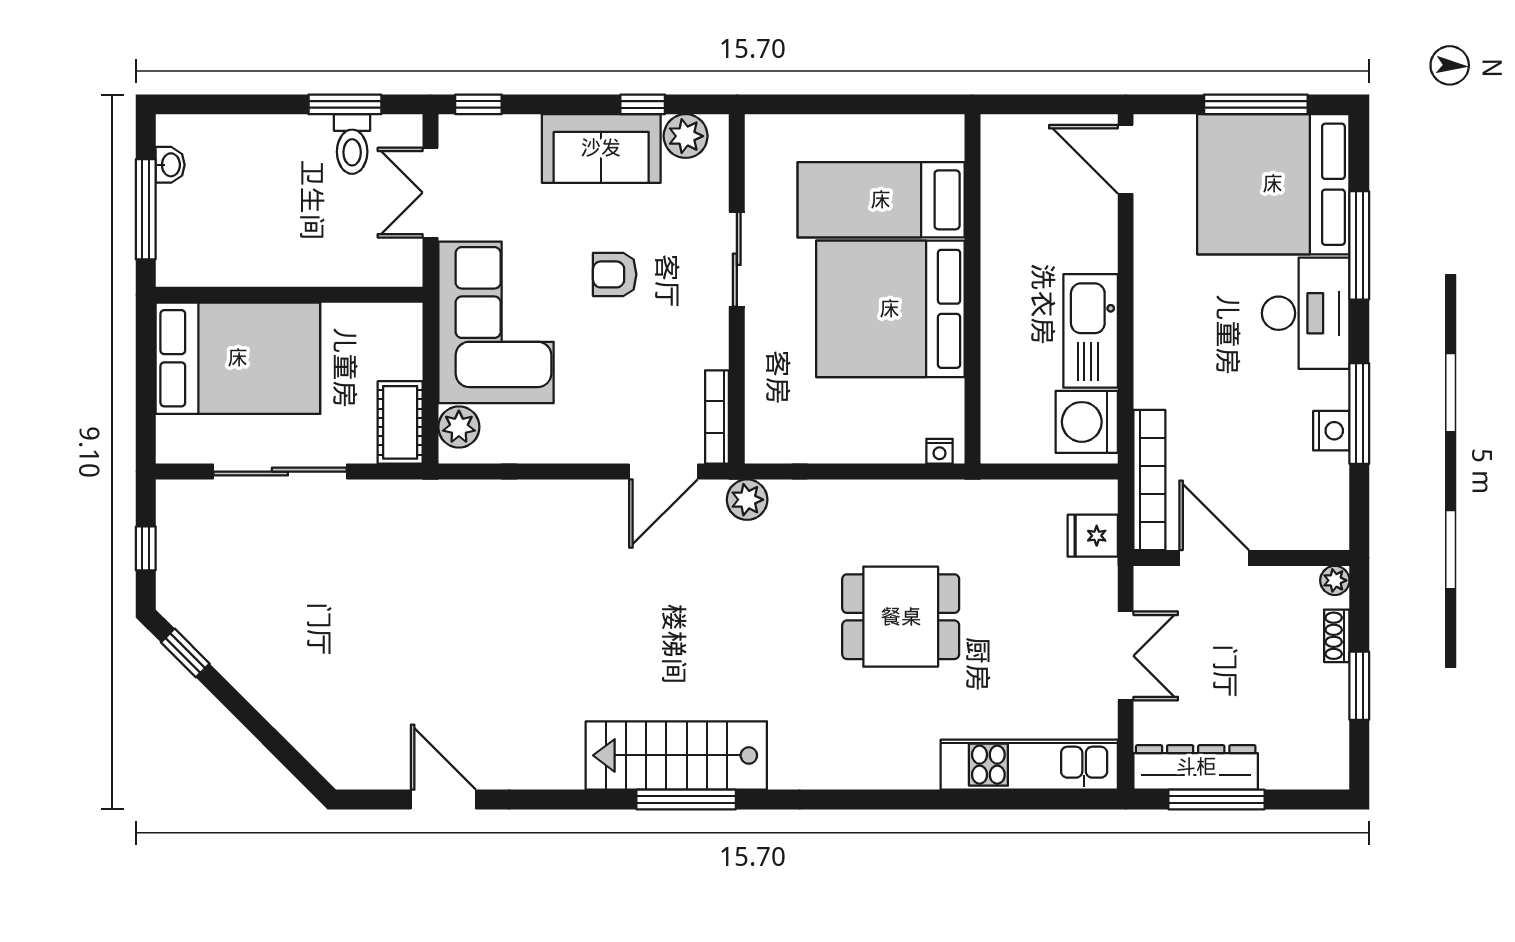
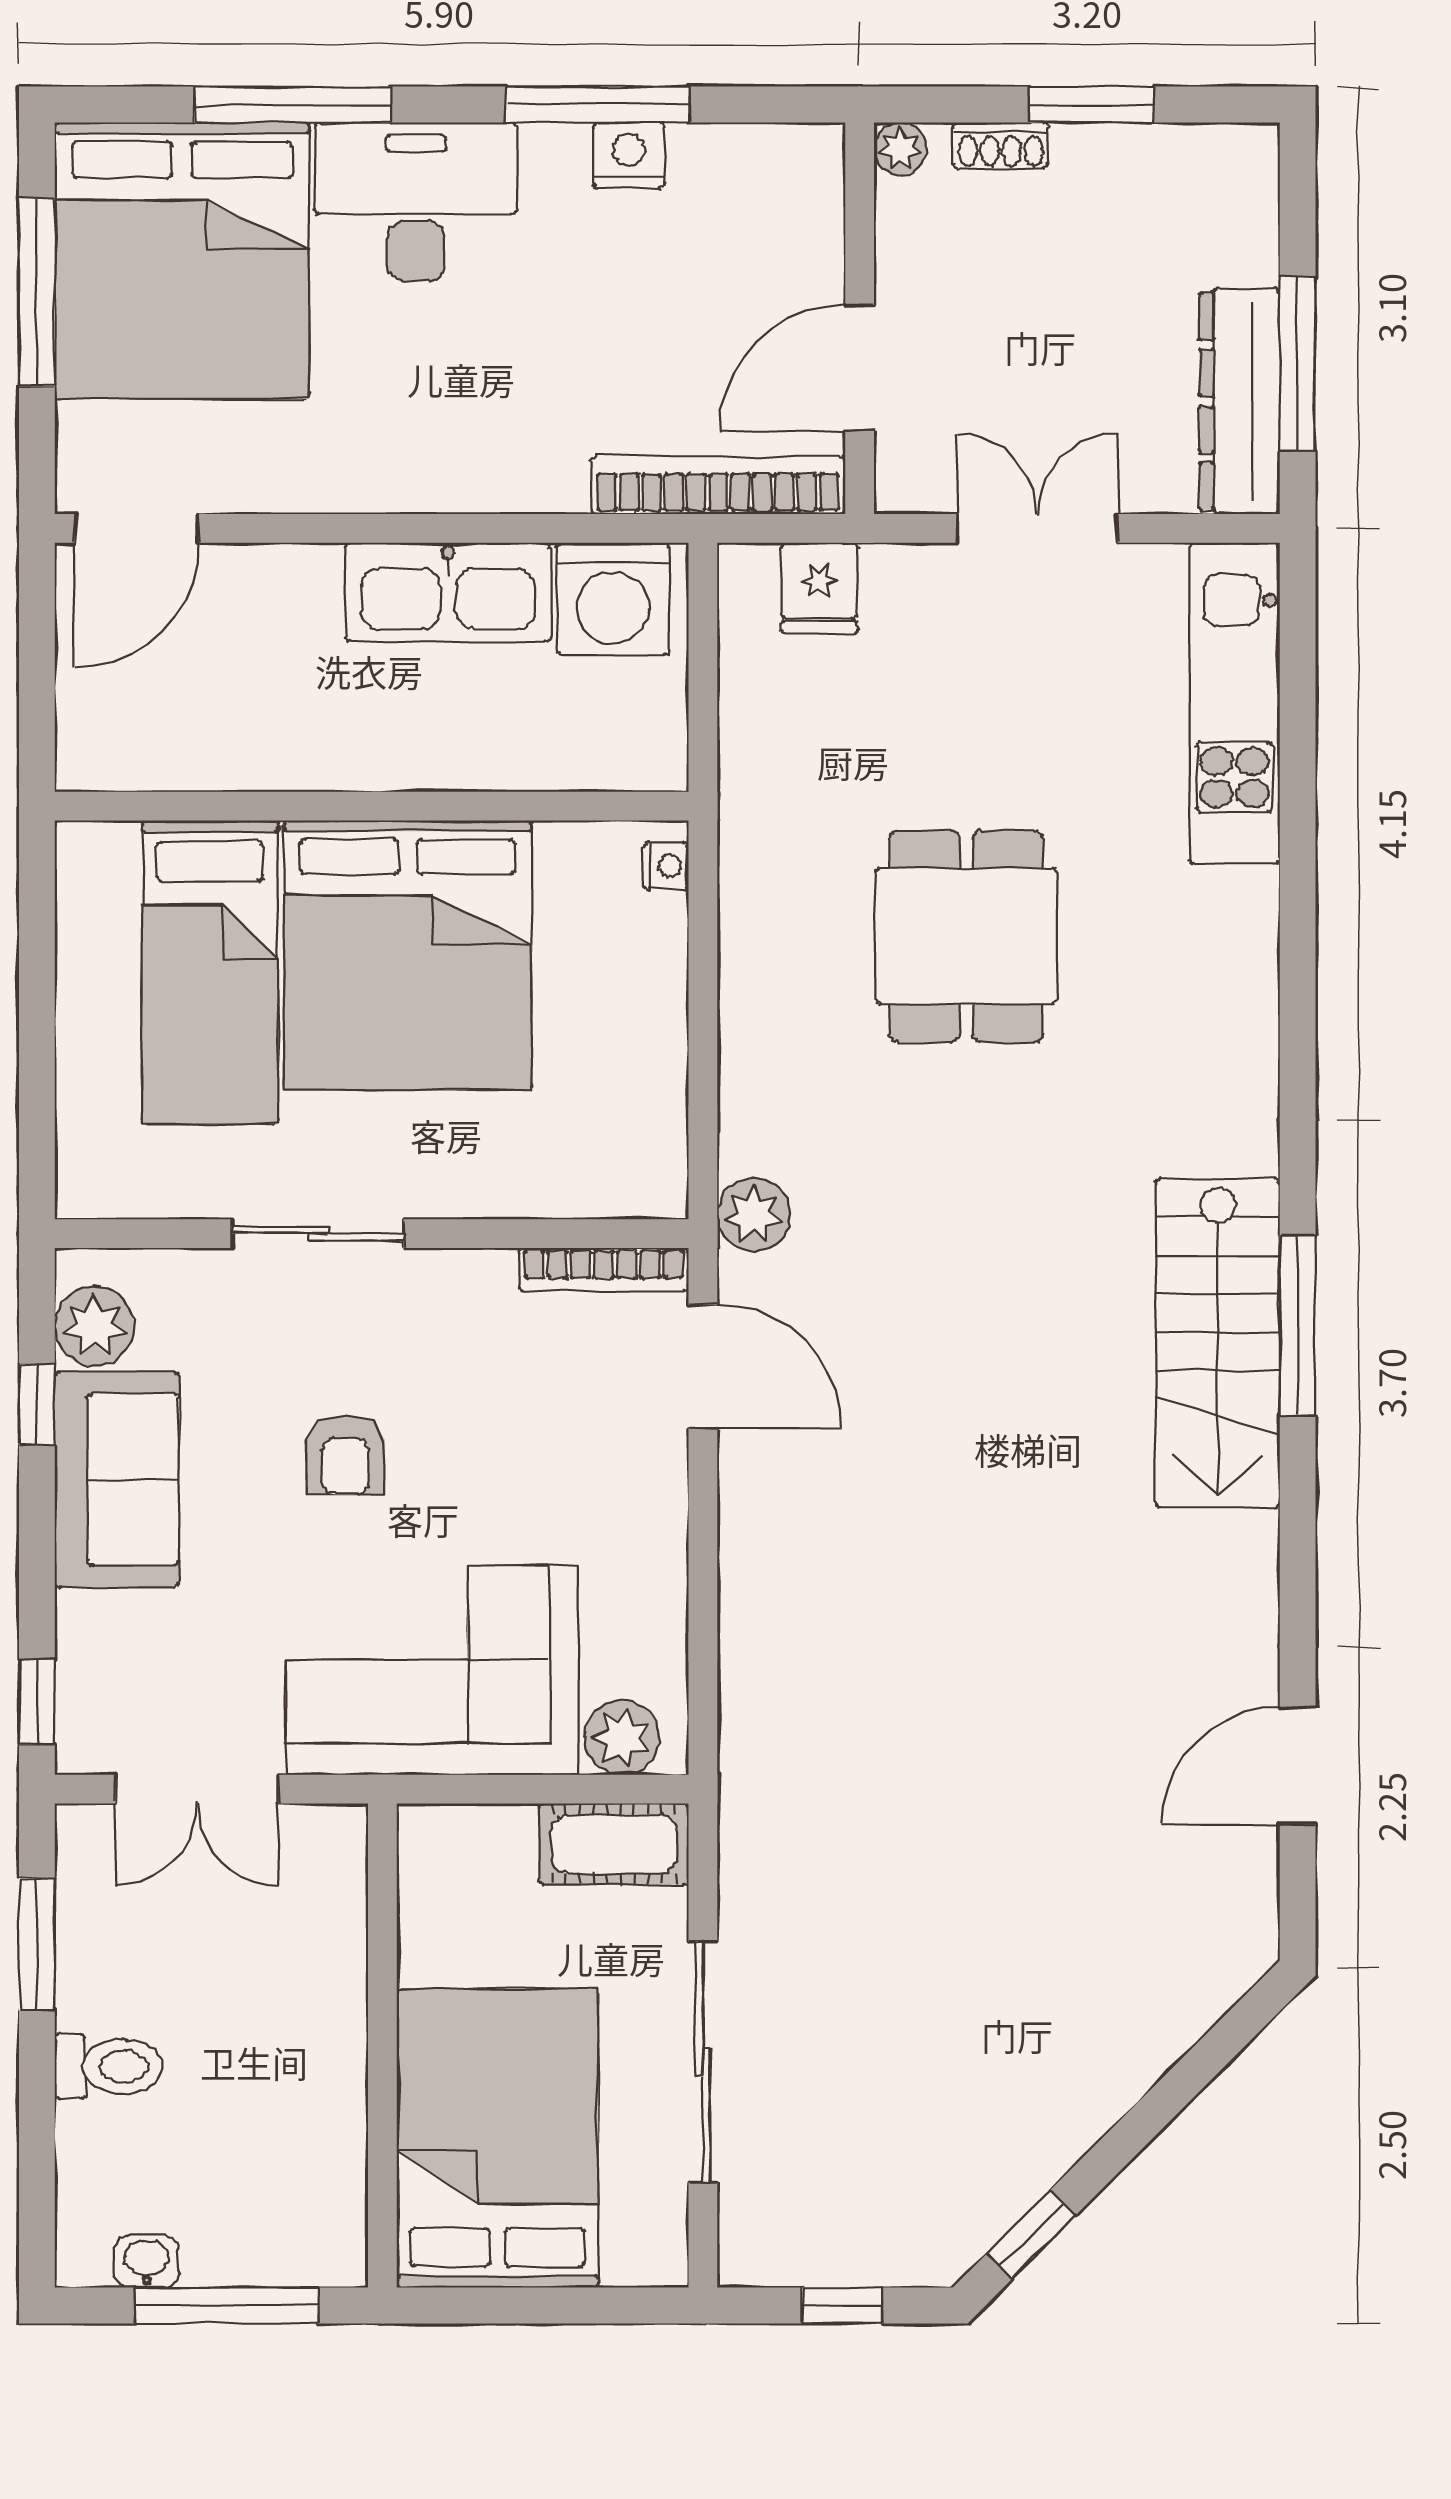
toilet: (352, 144) -> (109, 2066), moved

